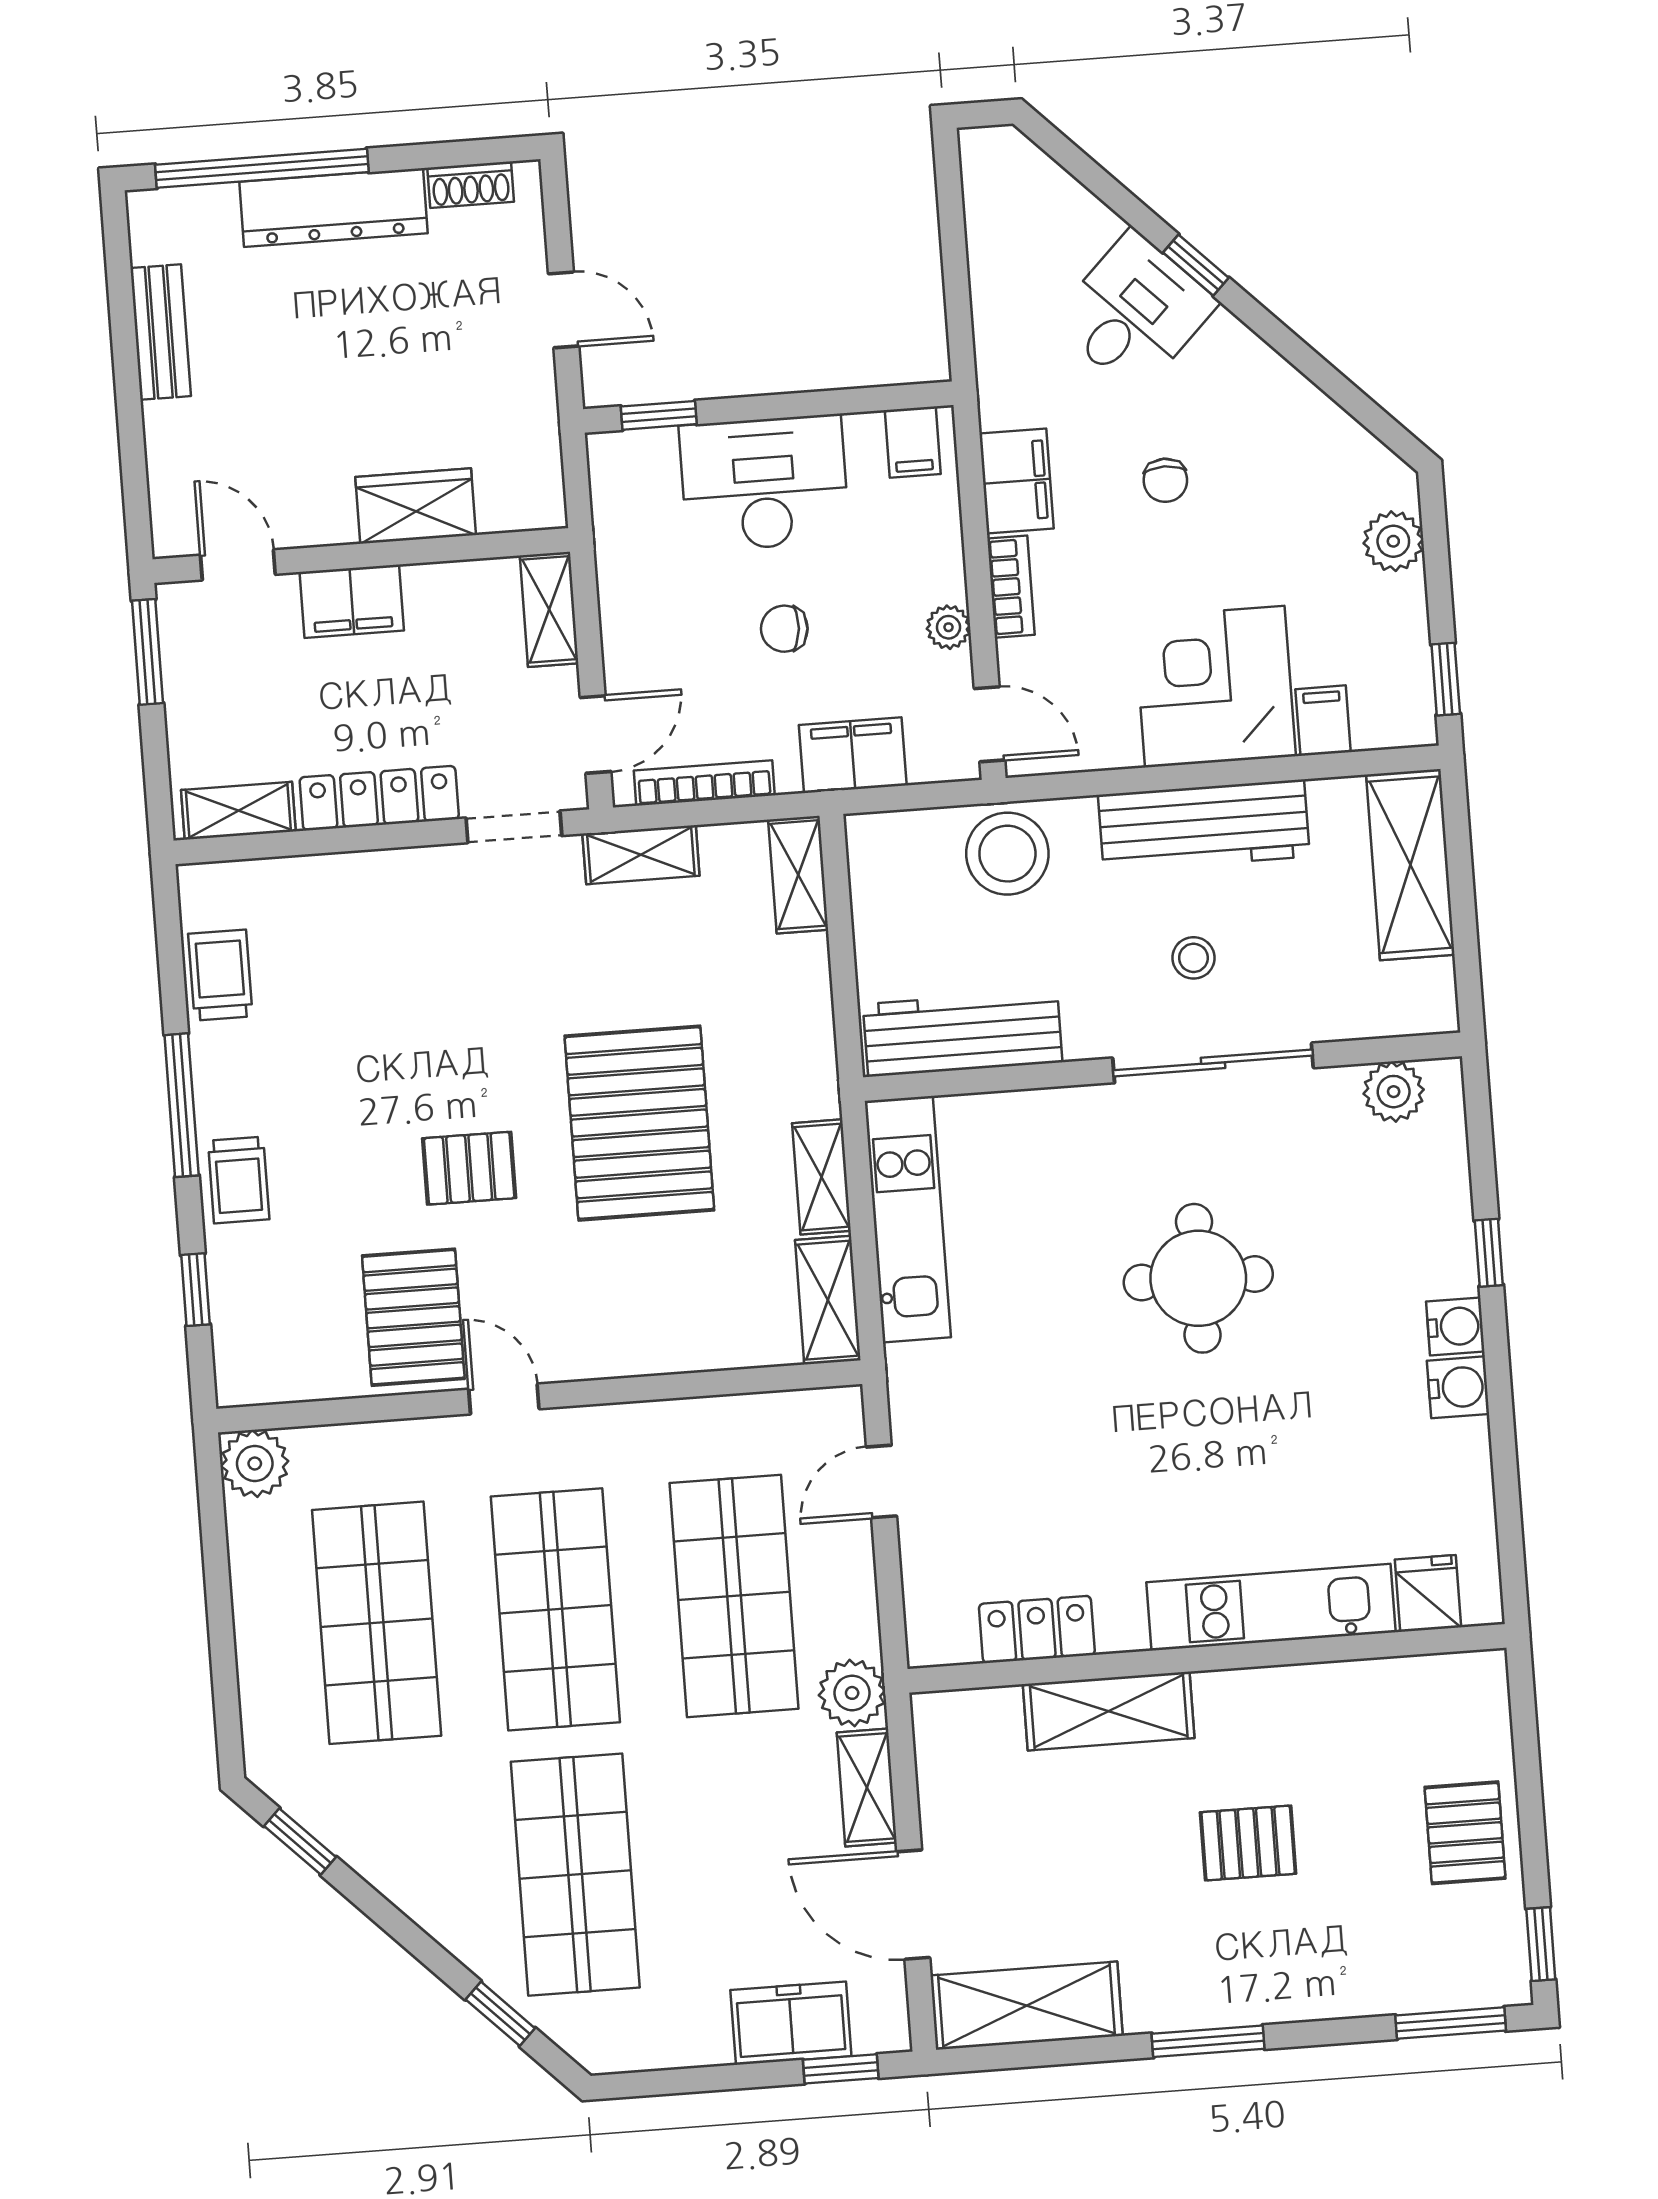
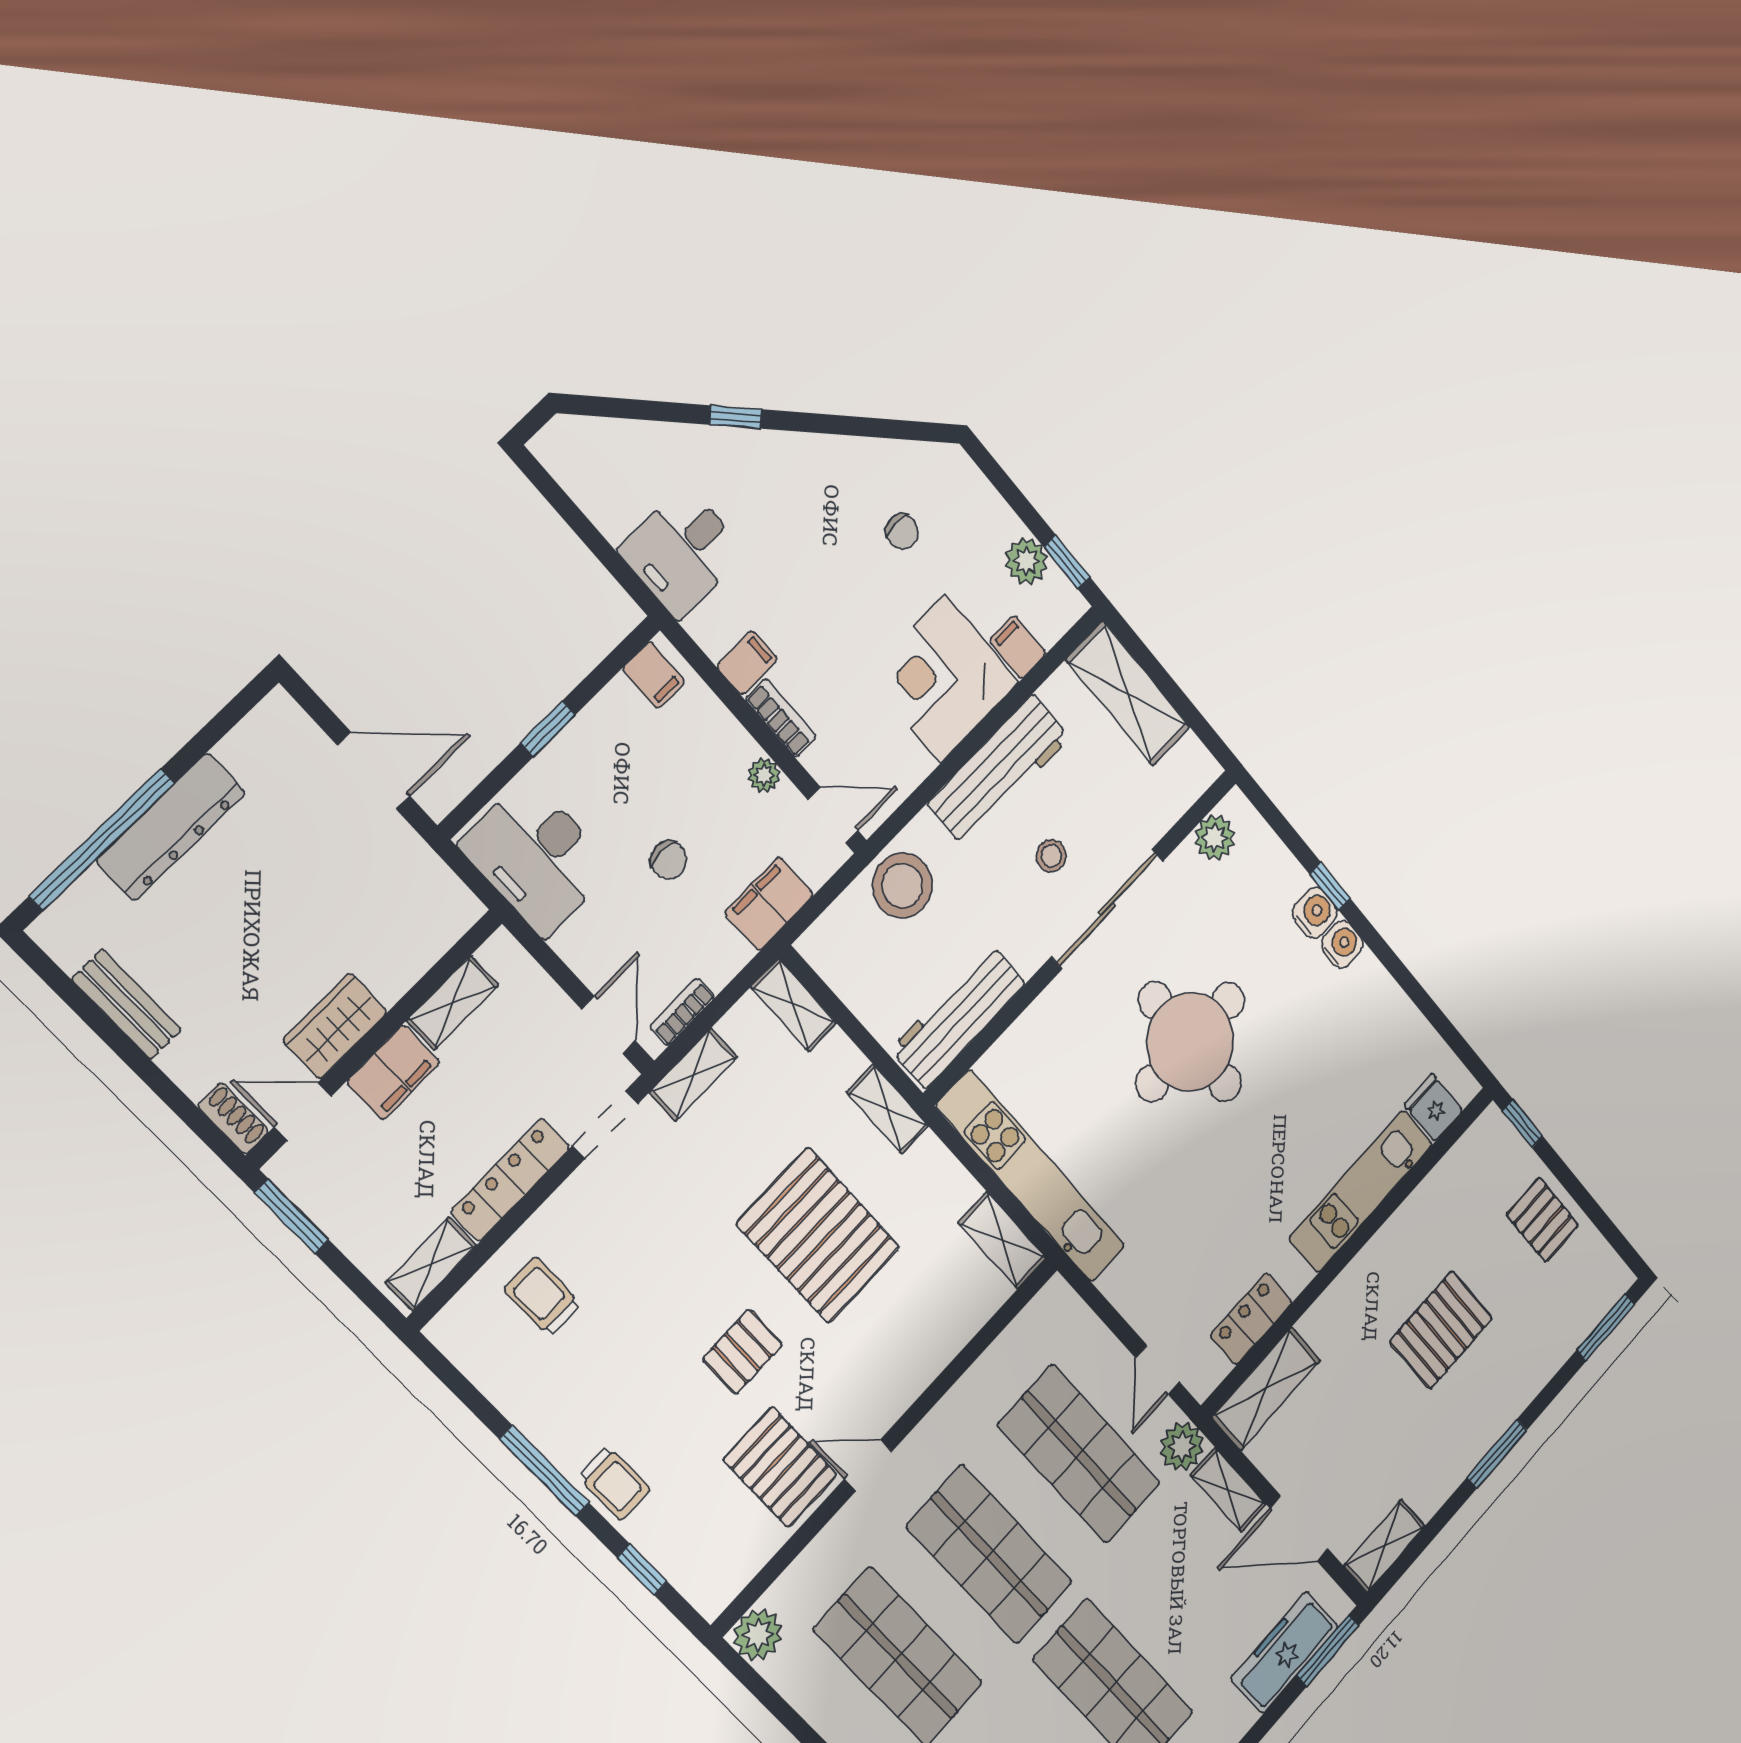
shoe rack: (471, 185) -> (233, 1119), moved, turned -90
door: (564, 310) -> (374, 771), width x1.38
desk: (1135, 312) -> (682, 551), moved, turned -135
window: (659, 415) -> (548, 729), moved
chair: (1165, 480) -> (902, 532), moved
filing cabinet: (1017, 481) -> (747, 663), width x0.50
desk: (764, 483) -> (536, 857), moved, turned -90
wardrobe: (416, 506) -> (335, 1026), moved
plant: (1393, 541) -> (1026, 561), moved
shelving: (549, 609) -> (453, 1003), moved, turned 90
chair: (784, 629) -> (669, 860), turned -94
bookcase: (704, 783) -> (682, 1012), width x0.64
trolley: (220, 975) -> (542, 1297), moved
shelving: (822, 1177) -> (888, 1109), moved
kitchen unit: (908, 1219) -> (1031, 1177), width x1.36
round table: (1198, 1278) -> (1190, 1042), width x1.36, depth x1.36
water cooler: (1458, 1387) -> (1315, 913), moved
door: (881, 1482) -> (1158, 1370), moved
shelving: (1109, 1711) -> (1266, 1389), moved
pallet: (1248, 1843) -> (1441, 1330), width x1.50, depth x1.42
window: (1541, 1944) -> (1523, 1124), moved
shelving: (1027, 2006) -> (1384, 1546), width x0.67, depth x0.75
freezer: (791, 2023) -> (1284, 1652), width x1.40
window: (841, 2069) -> (1328, 1651), width x1.50

